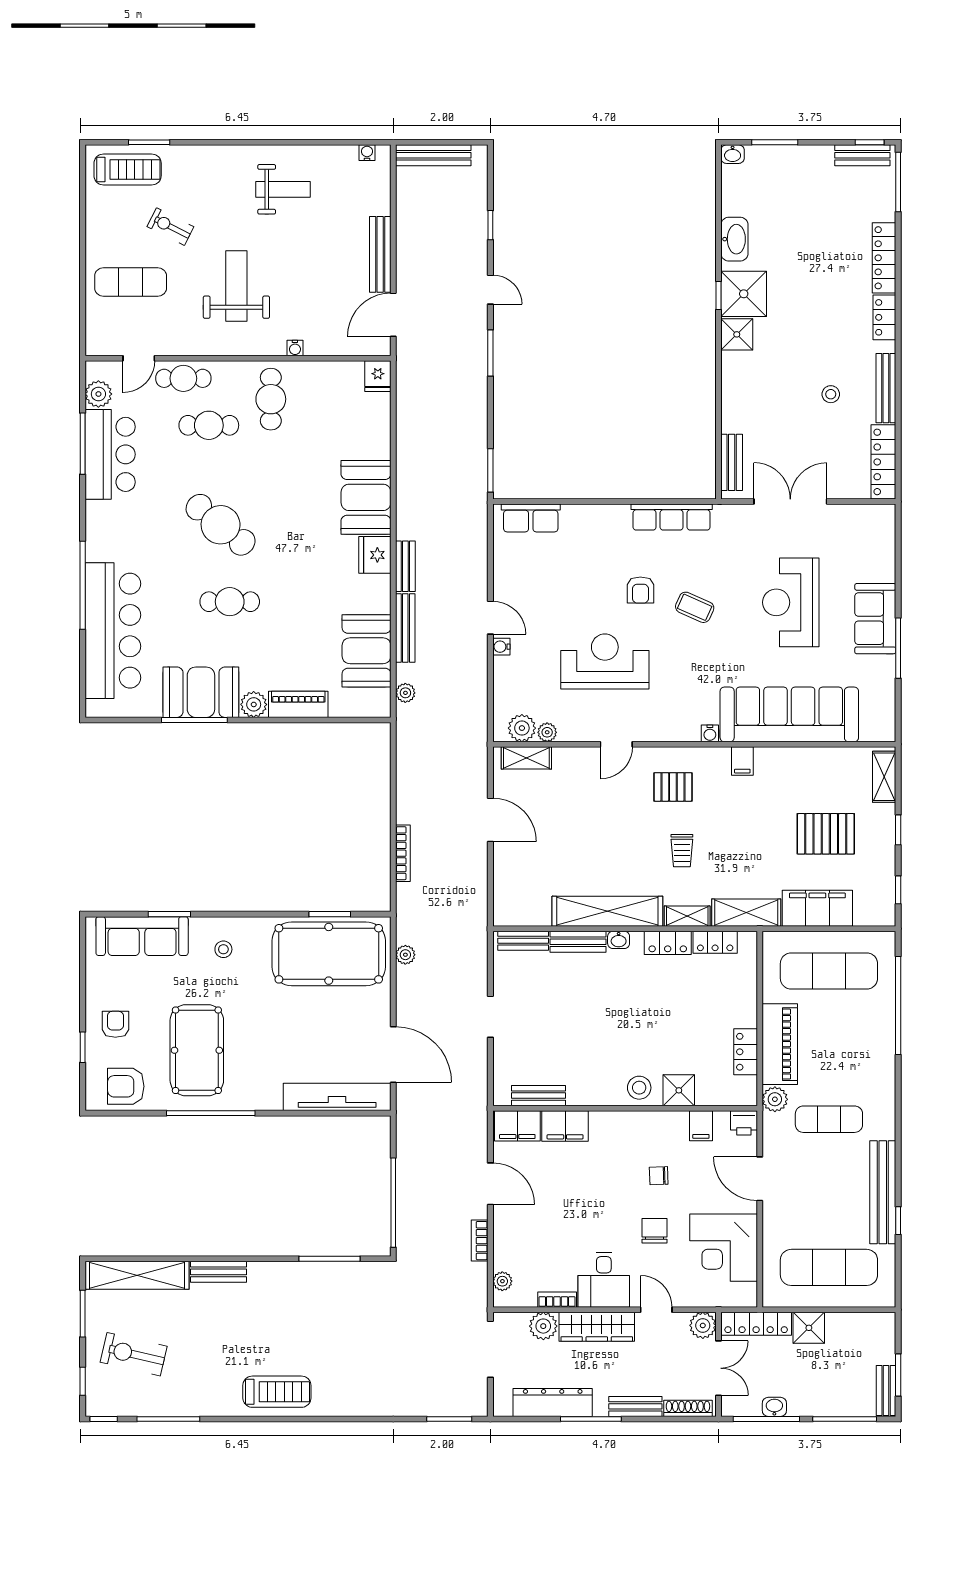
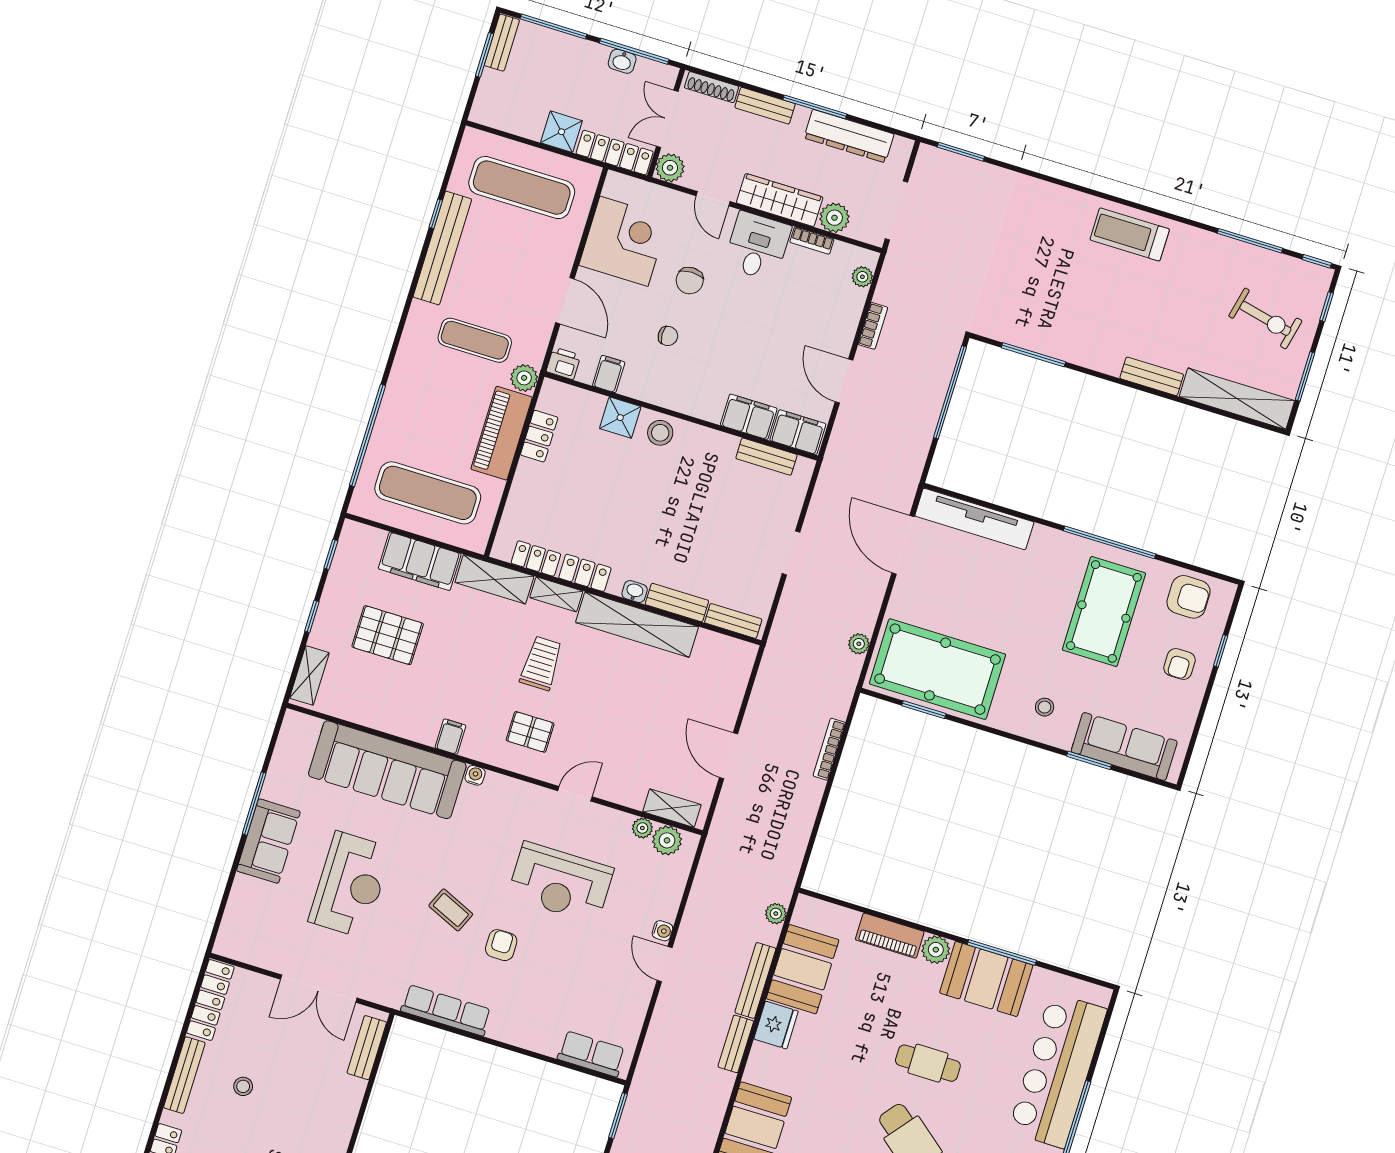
fridge: (375, 555) -> (776, 1025), moved
trolley: (682, 851) -> (541, 663), width x1.36, depth x1.39

